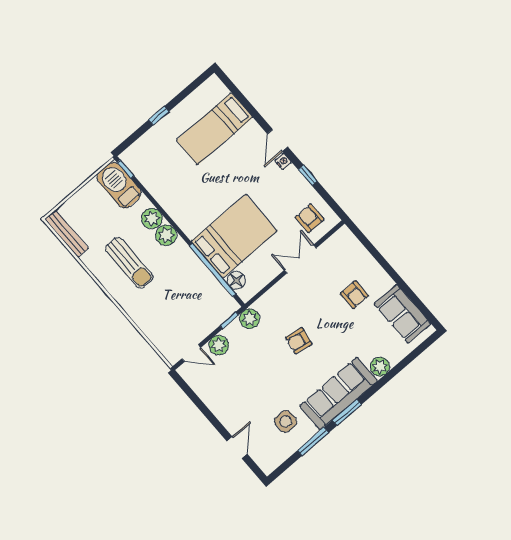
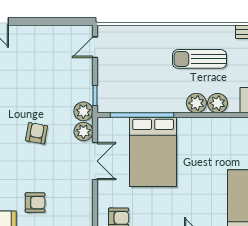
double door: (300, 259) -> (95, 161), moved
floor lamp: (236, 280) -> (120, 126), removed
armchair: (354, 295) -> (35, 203), turned 180
plant: (219, 345) -> (83, 132), moved

